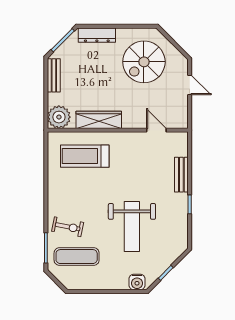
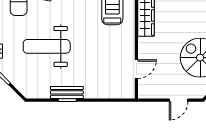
bench: (181, 175) -> (67, 92), moved

